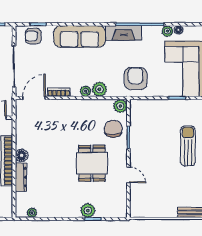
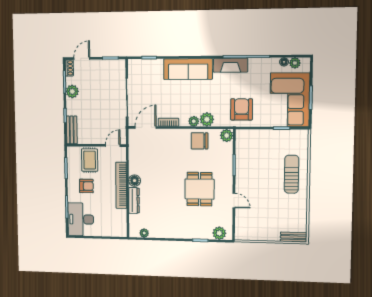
plant: (167, 31) -> (295, 63), moved
armchair: (33, 36) -> (145, 69), removed
chair: (113, 129) -> (200, 141), moved, turned -90
plant: (88, 210) -> (219, 233), moved

